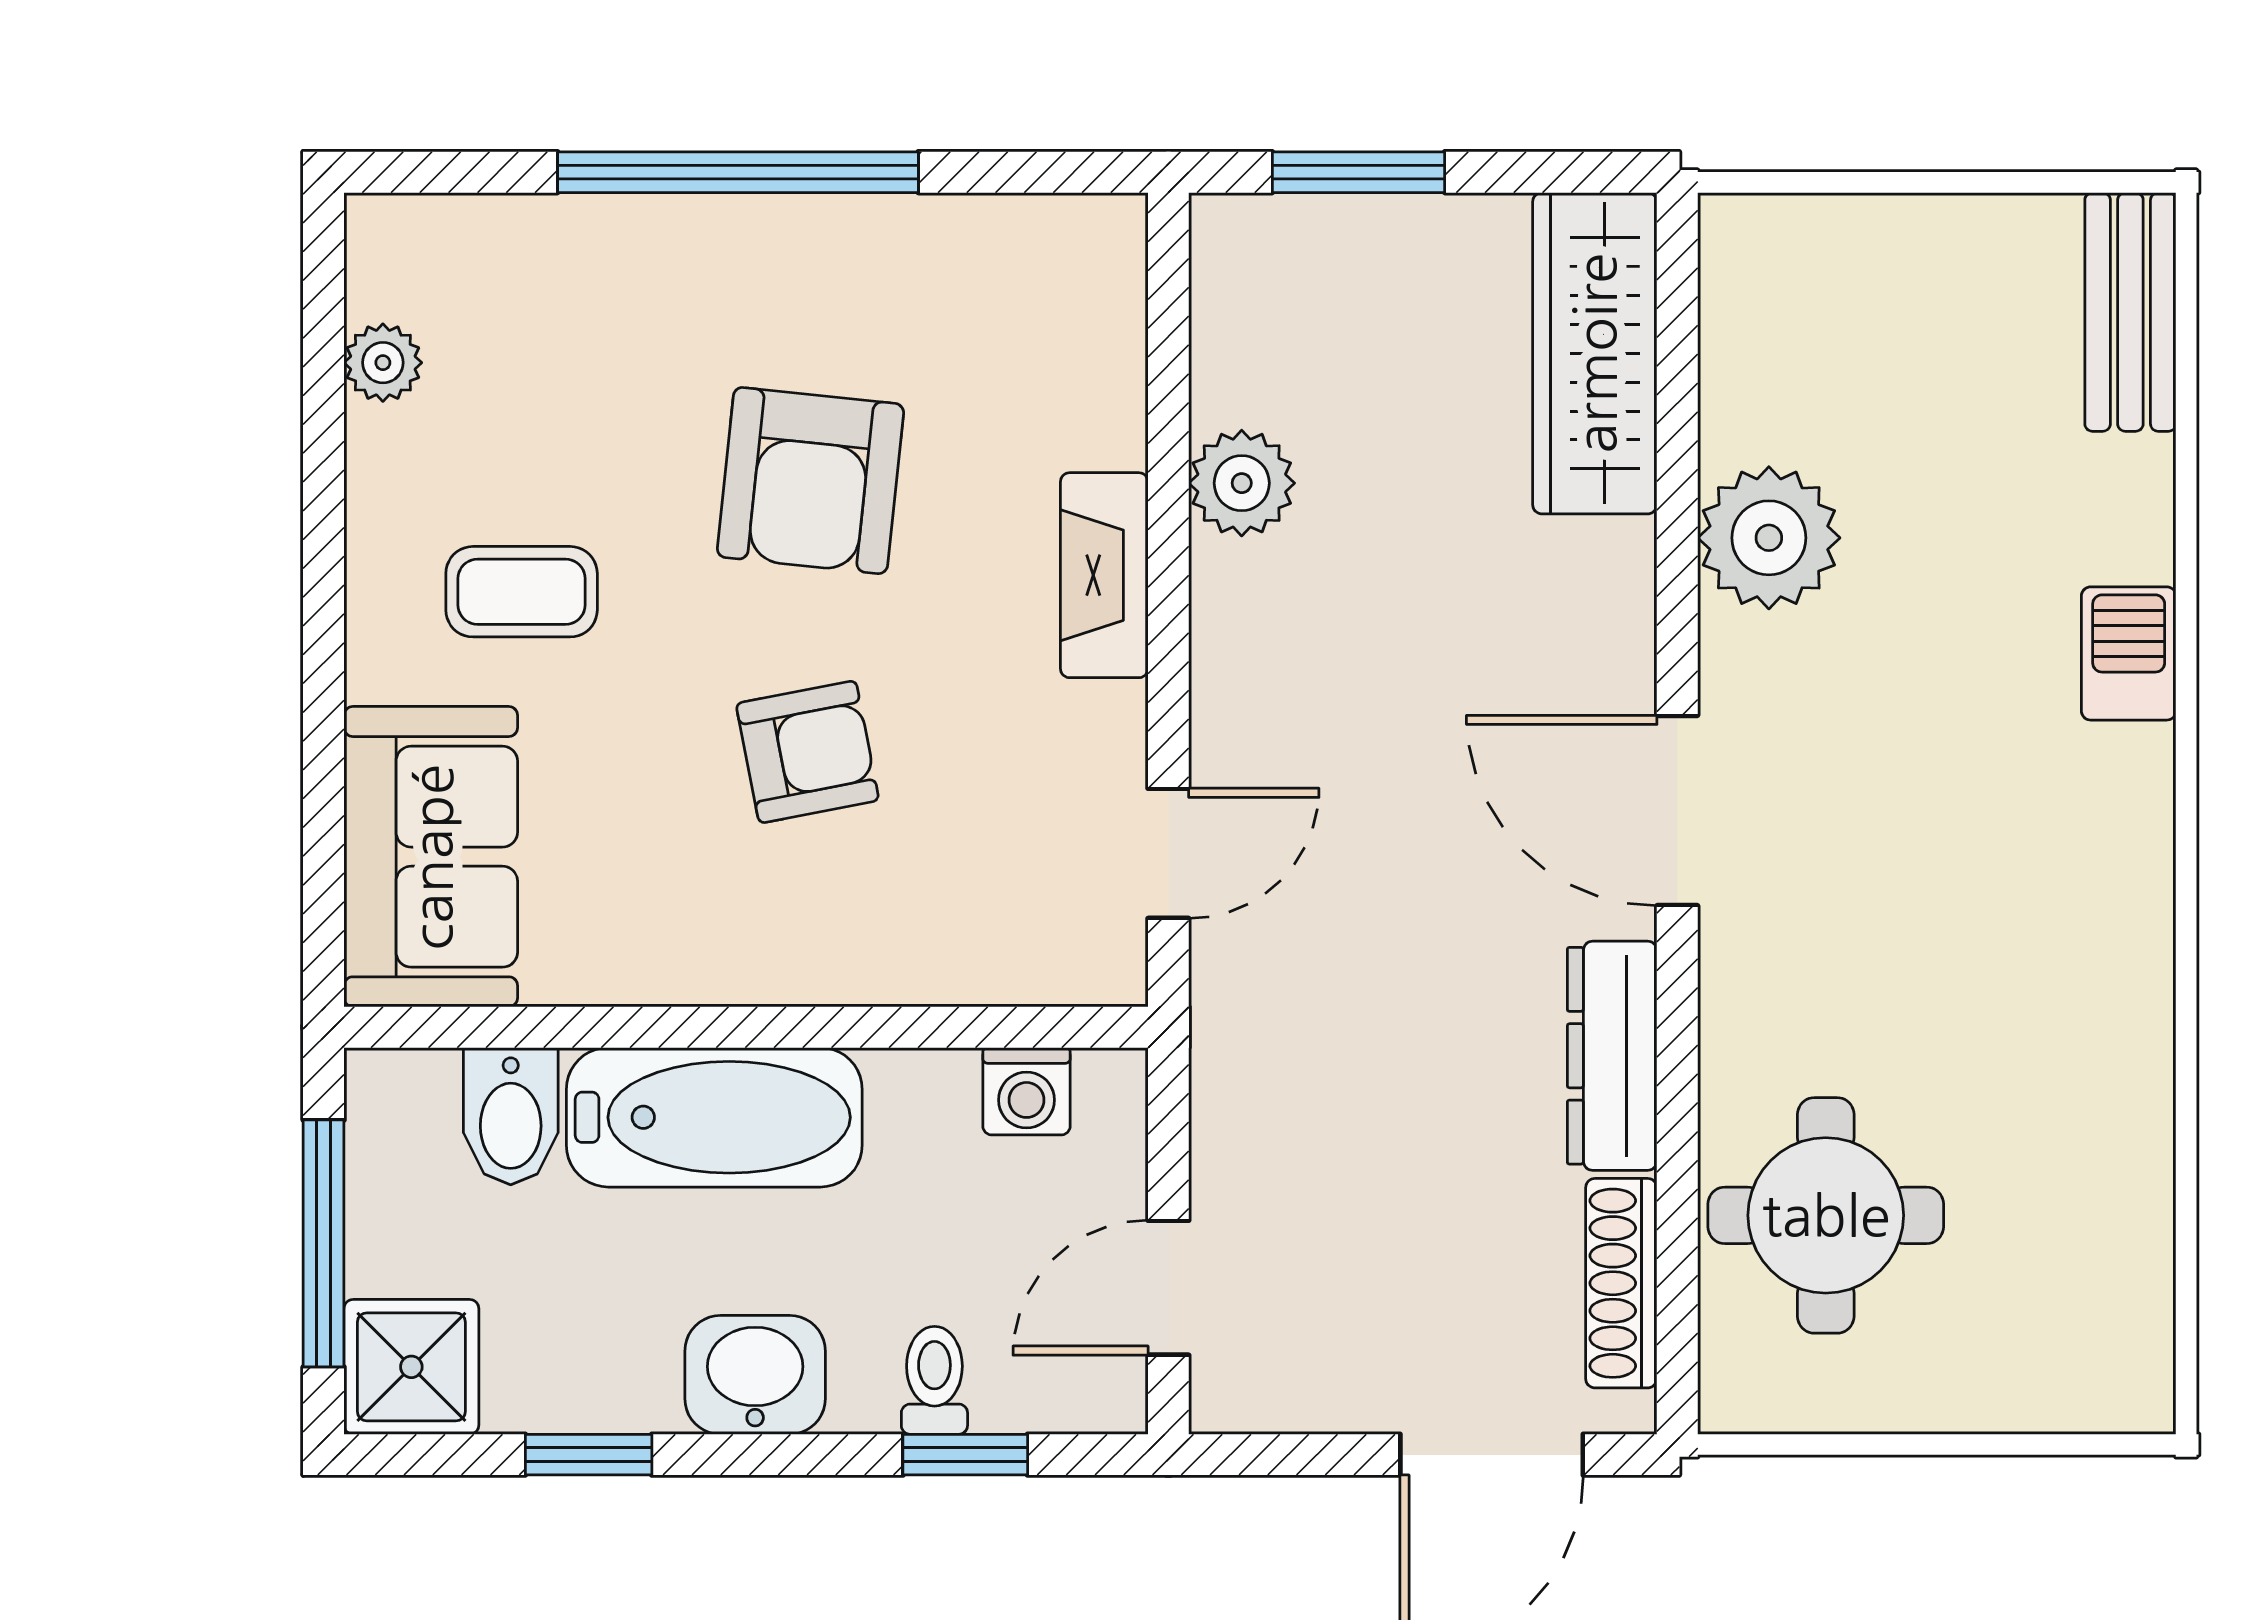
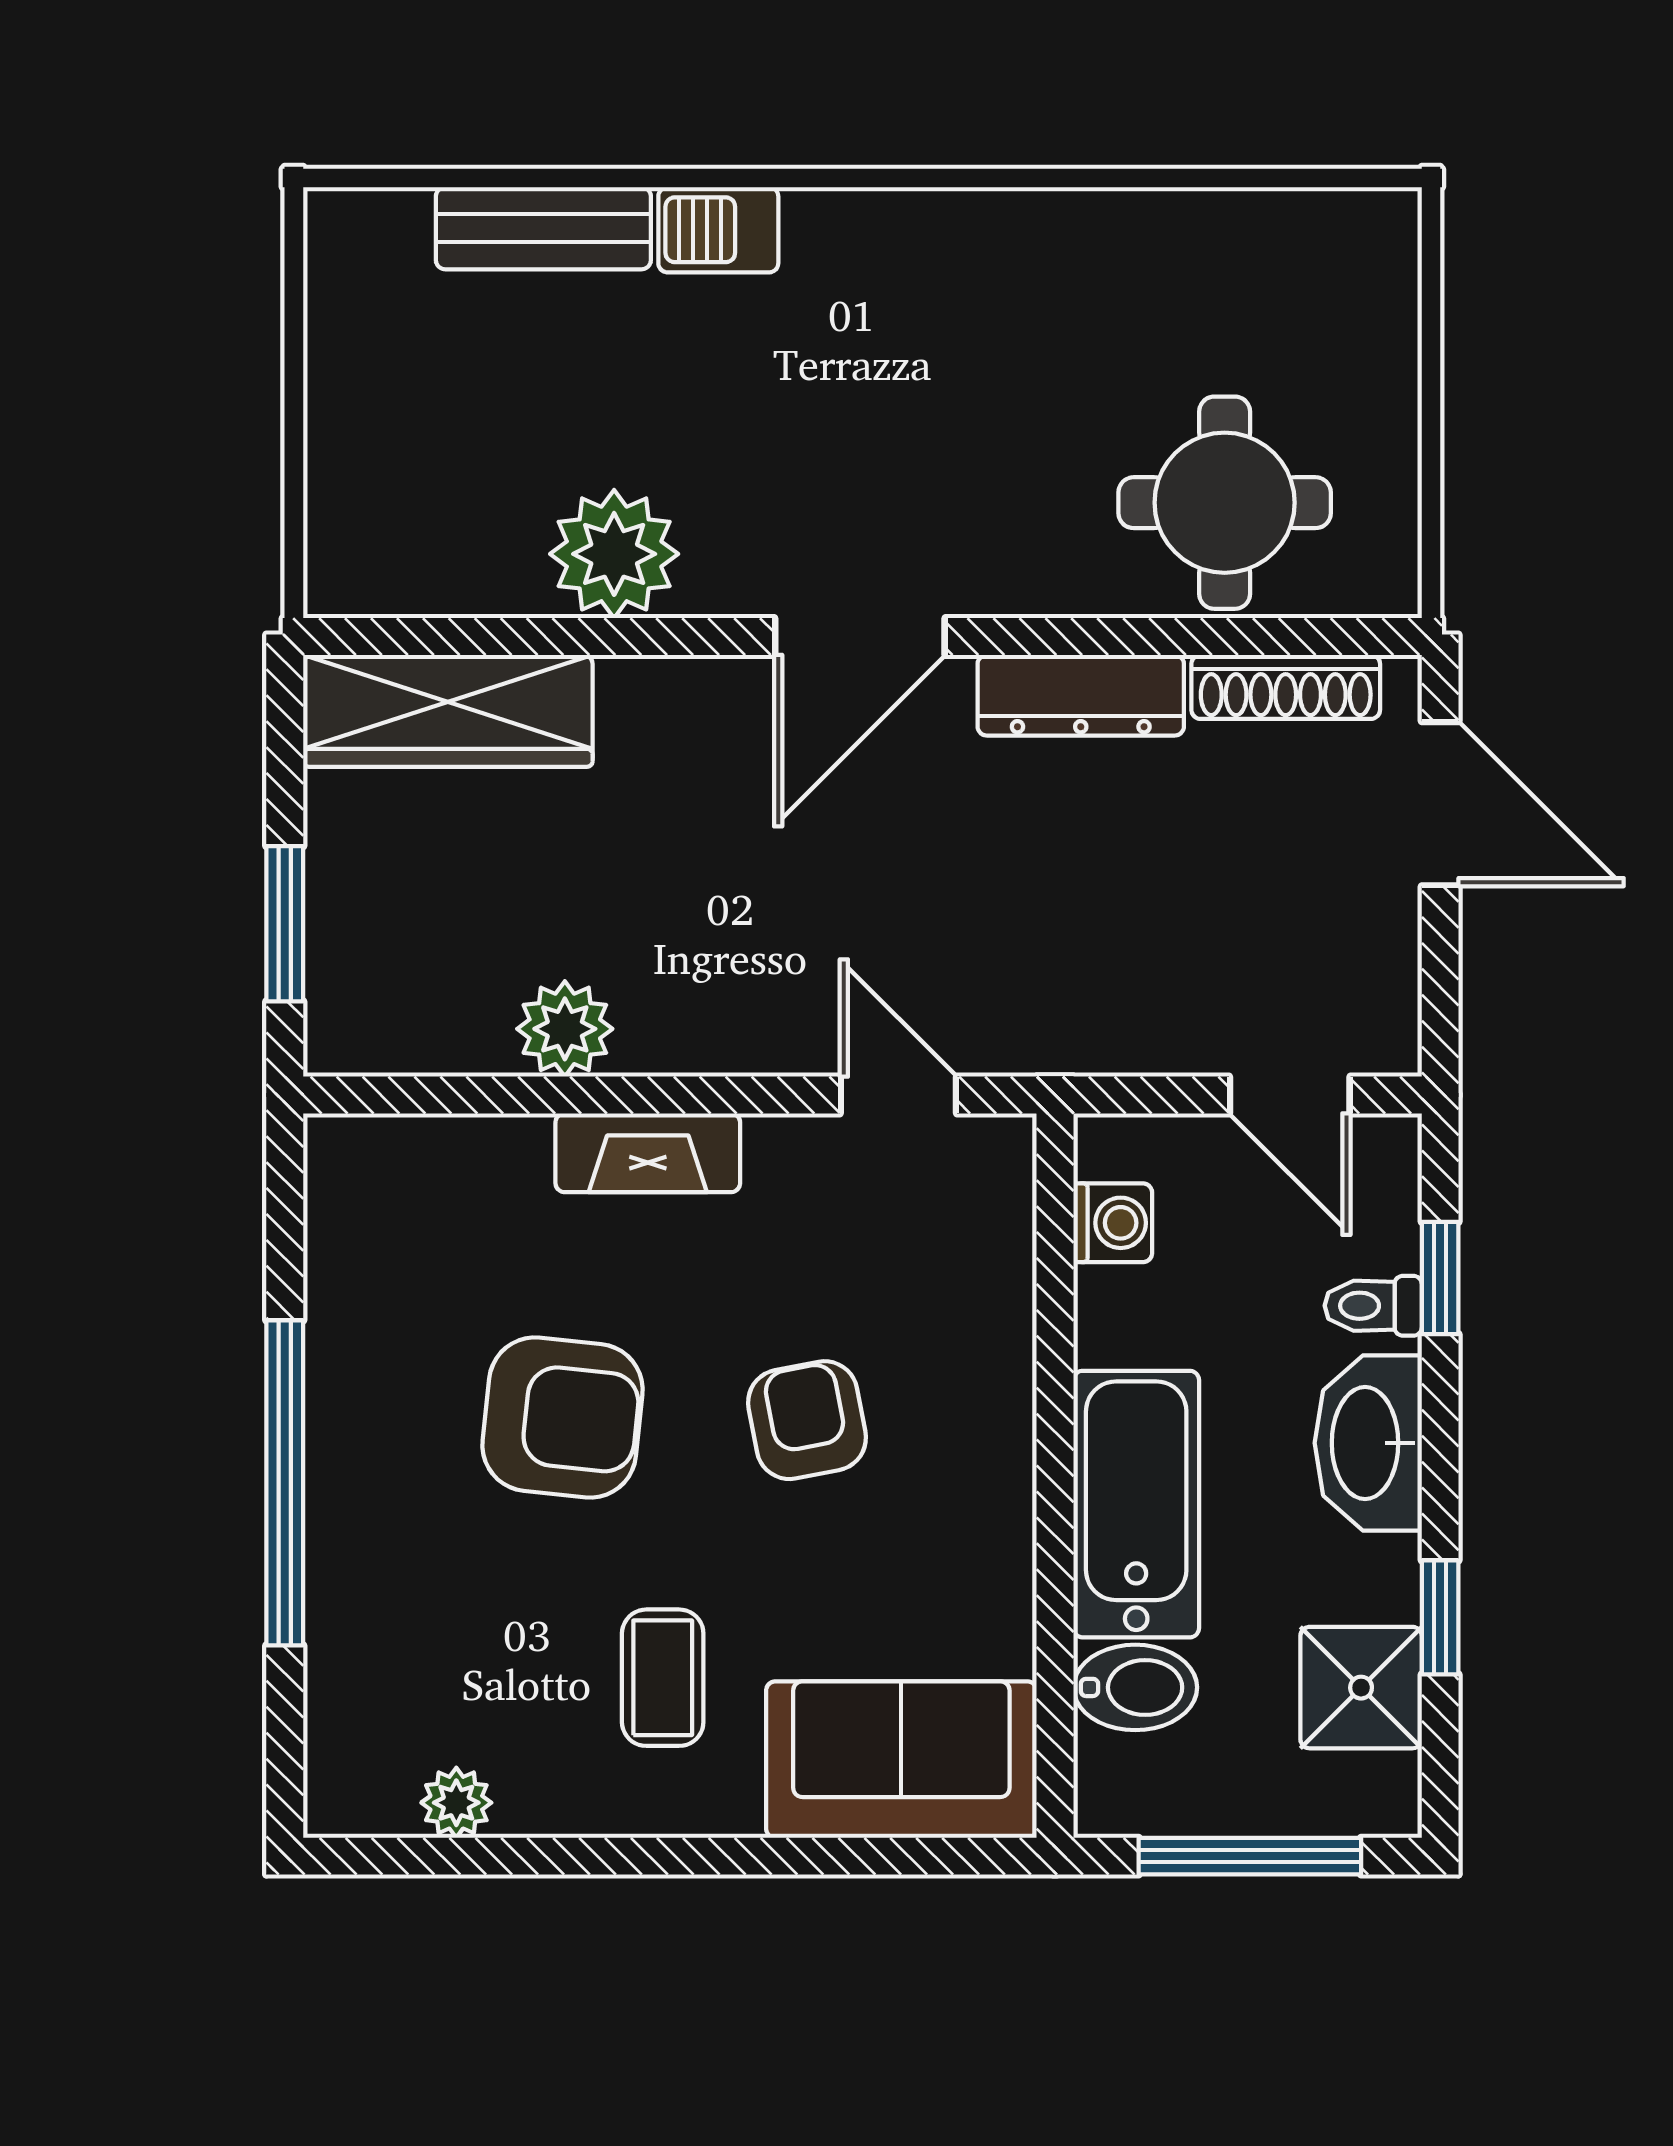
bench: (2130, 312) -> (543, 228), moved
shower: (411, 1367) -> (1361, 1688), moved
washbasin: (755, 1375) -> (1368, 1443), width x1.38

